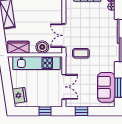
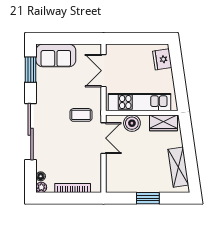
sofa: (106, 87) -> (56, 55), moved, turned 90
window: (45, 111) -> (128, 39), removed
window: (81, 111) -> (80, 39), removed

